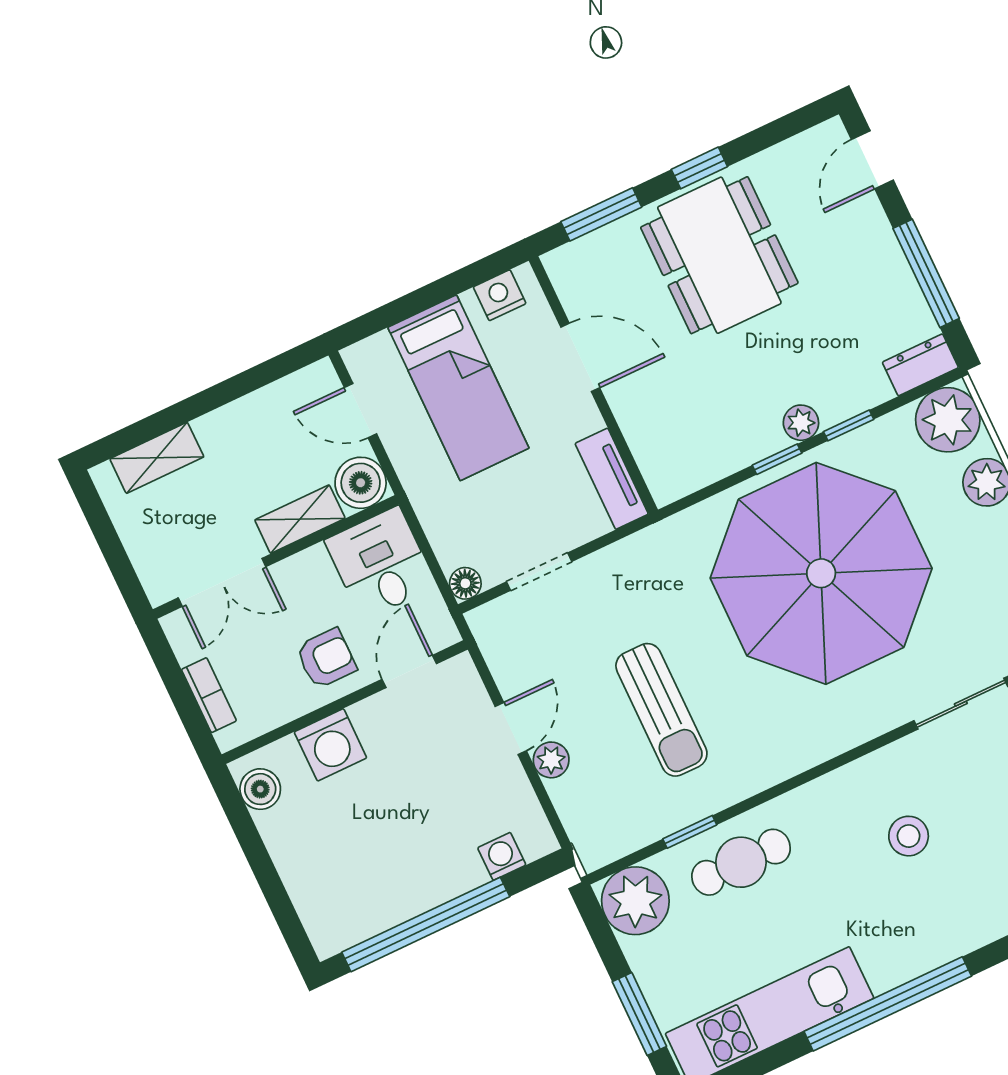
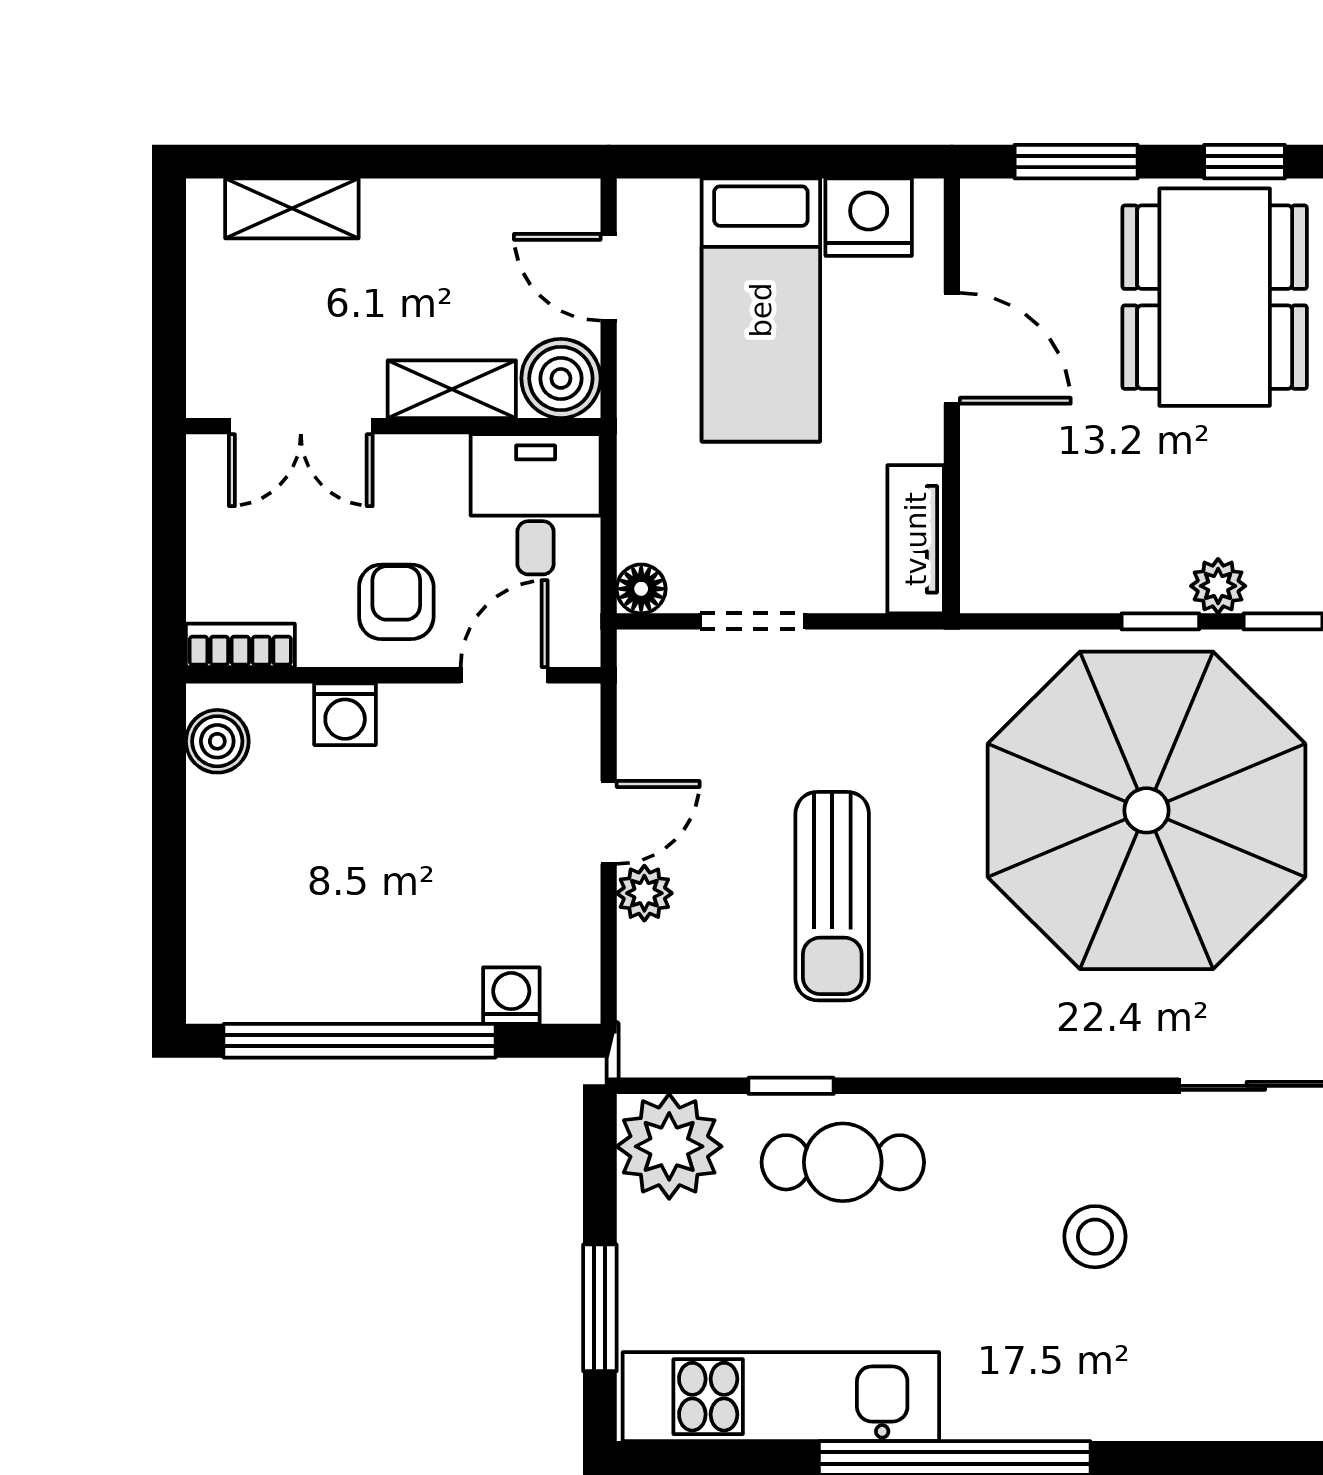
nightstand: (500, 295) -> (869, 217), width x1.36, depth x1.33
armchair: (326, 658) -> (396, 602), turned -90
bookcase: (209, 695) -> (240, 645), moved, turned -90
washing machine: (330, 745) -> (345, 714), width x0.73, depth x0.73

